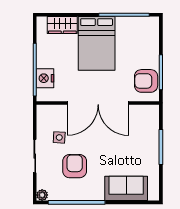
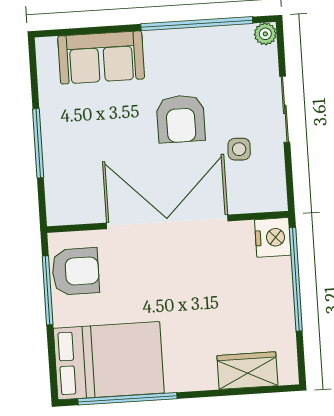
bed: (97, 43) -> (109, 361), moved, turned 90
nightstand: (45, 78) -> (273, 237), moved
armchair: (75, 166) -> (181, 119), moved

